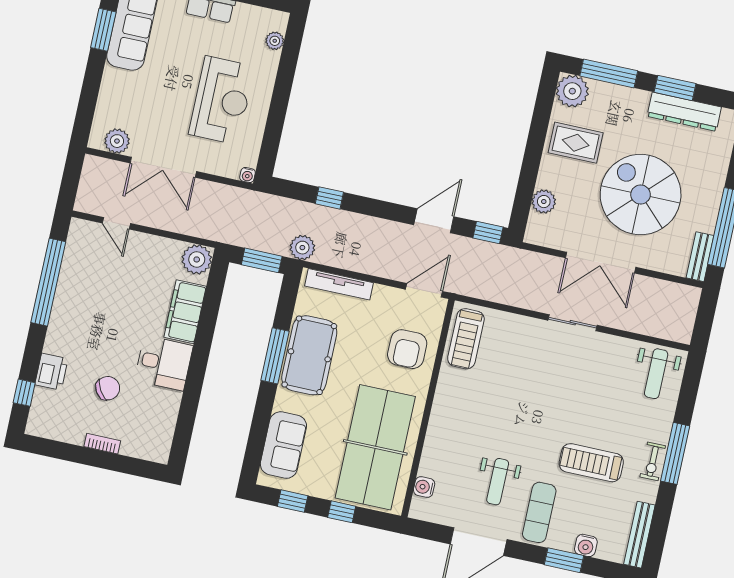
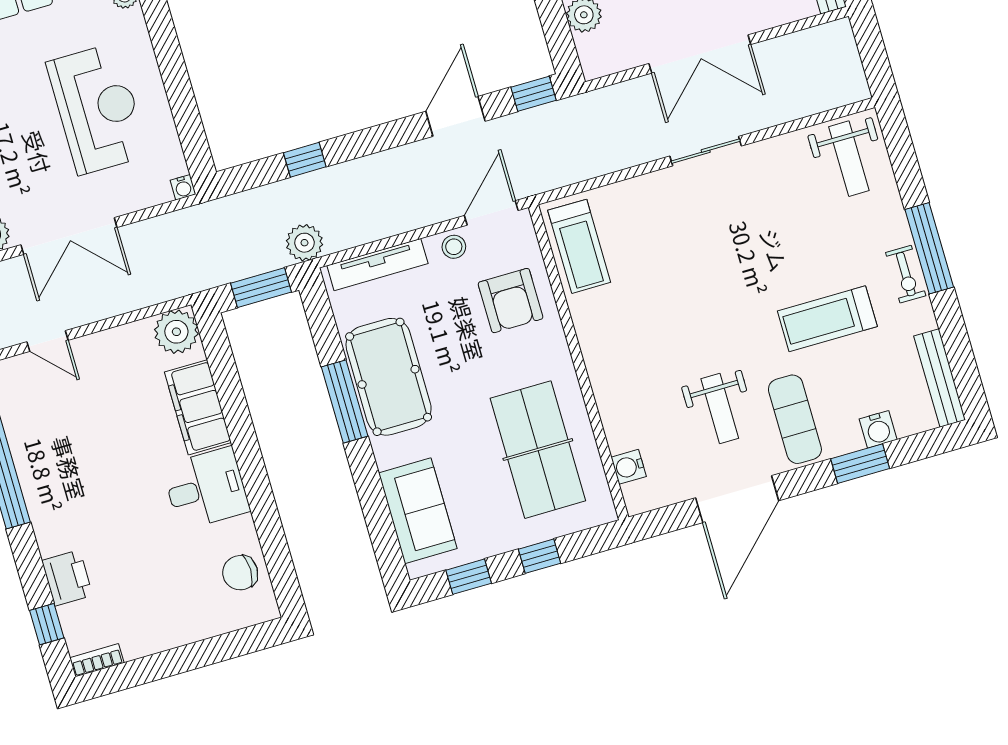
stool: (391, 298) -> (454, 247), added
chair: (108, 388) -> (240, 573), moved, turned -148
bookcase: (102, 444) -> (97, 660), moved
table tennis table: (375, 447) -> (538, 450), width x0.73, depth x0.76

